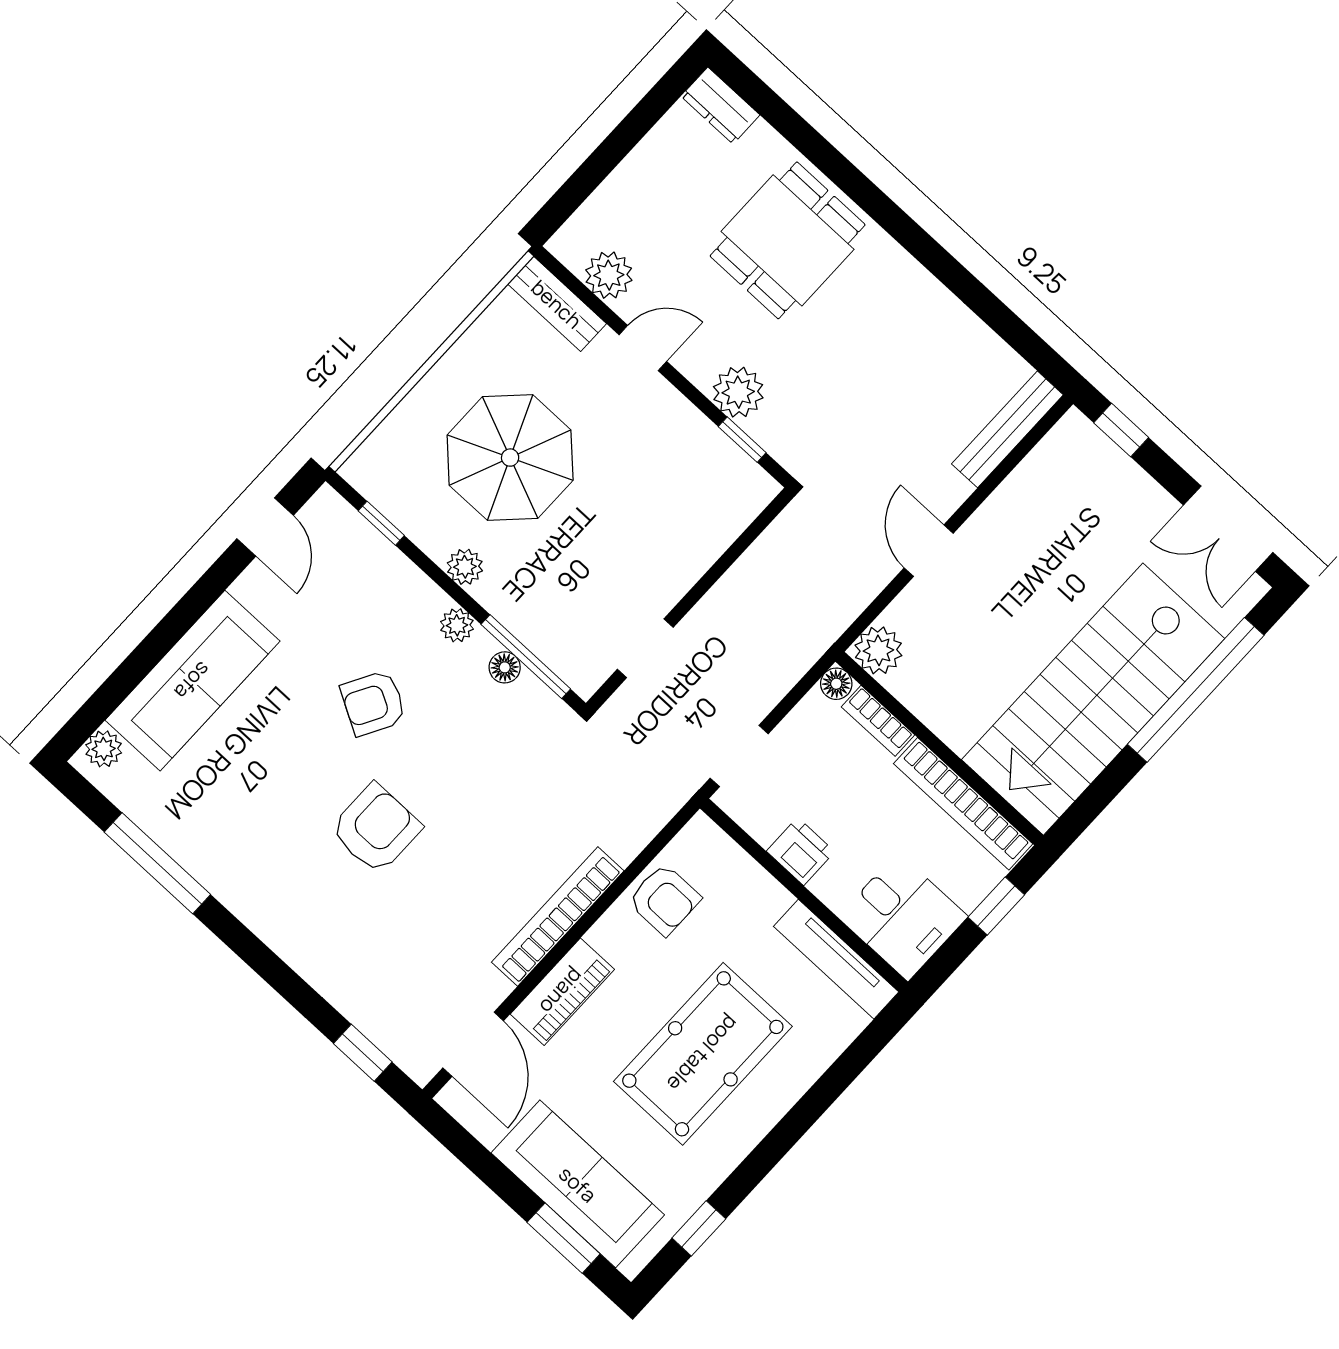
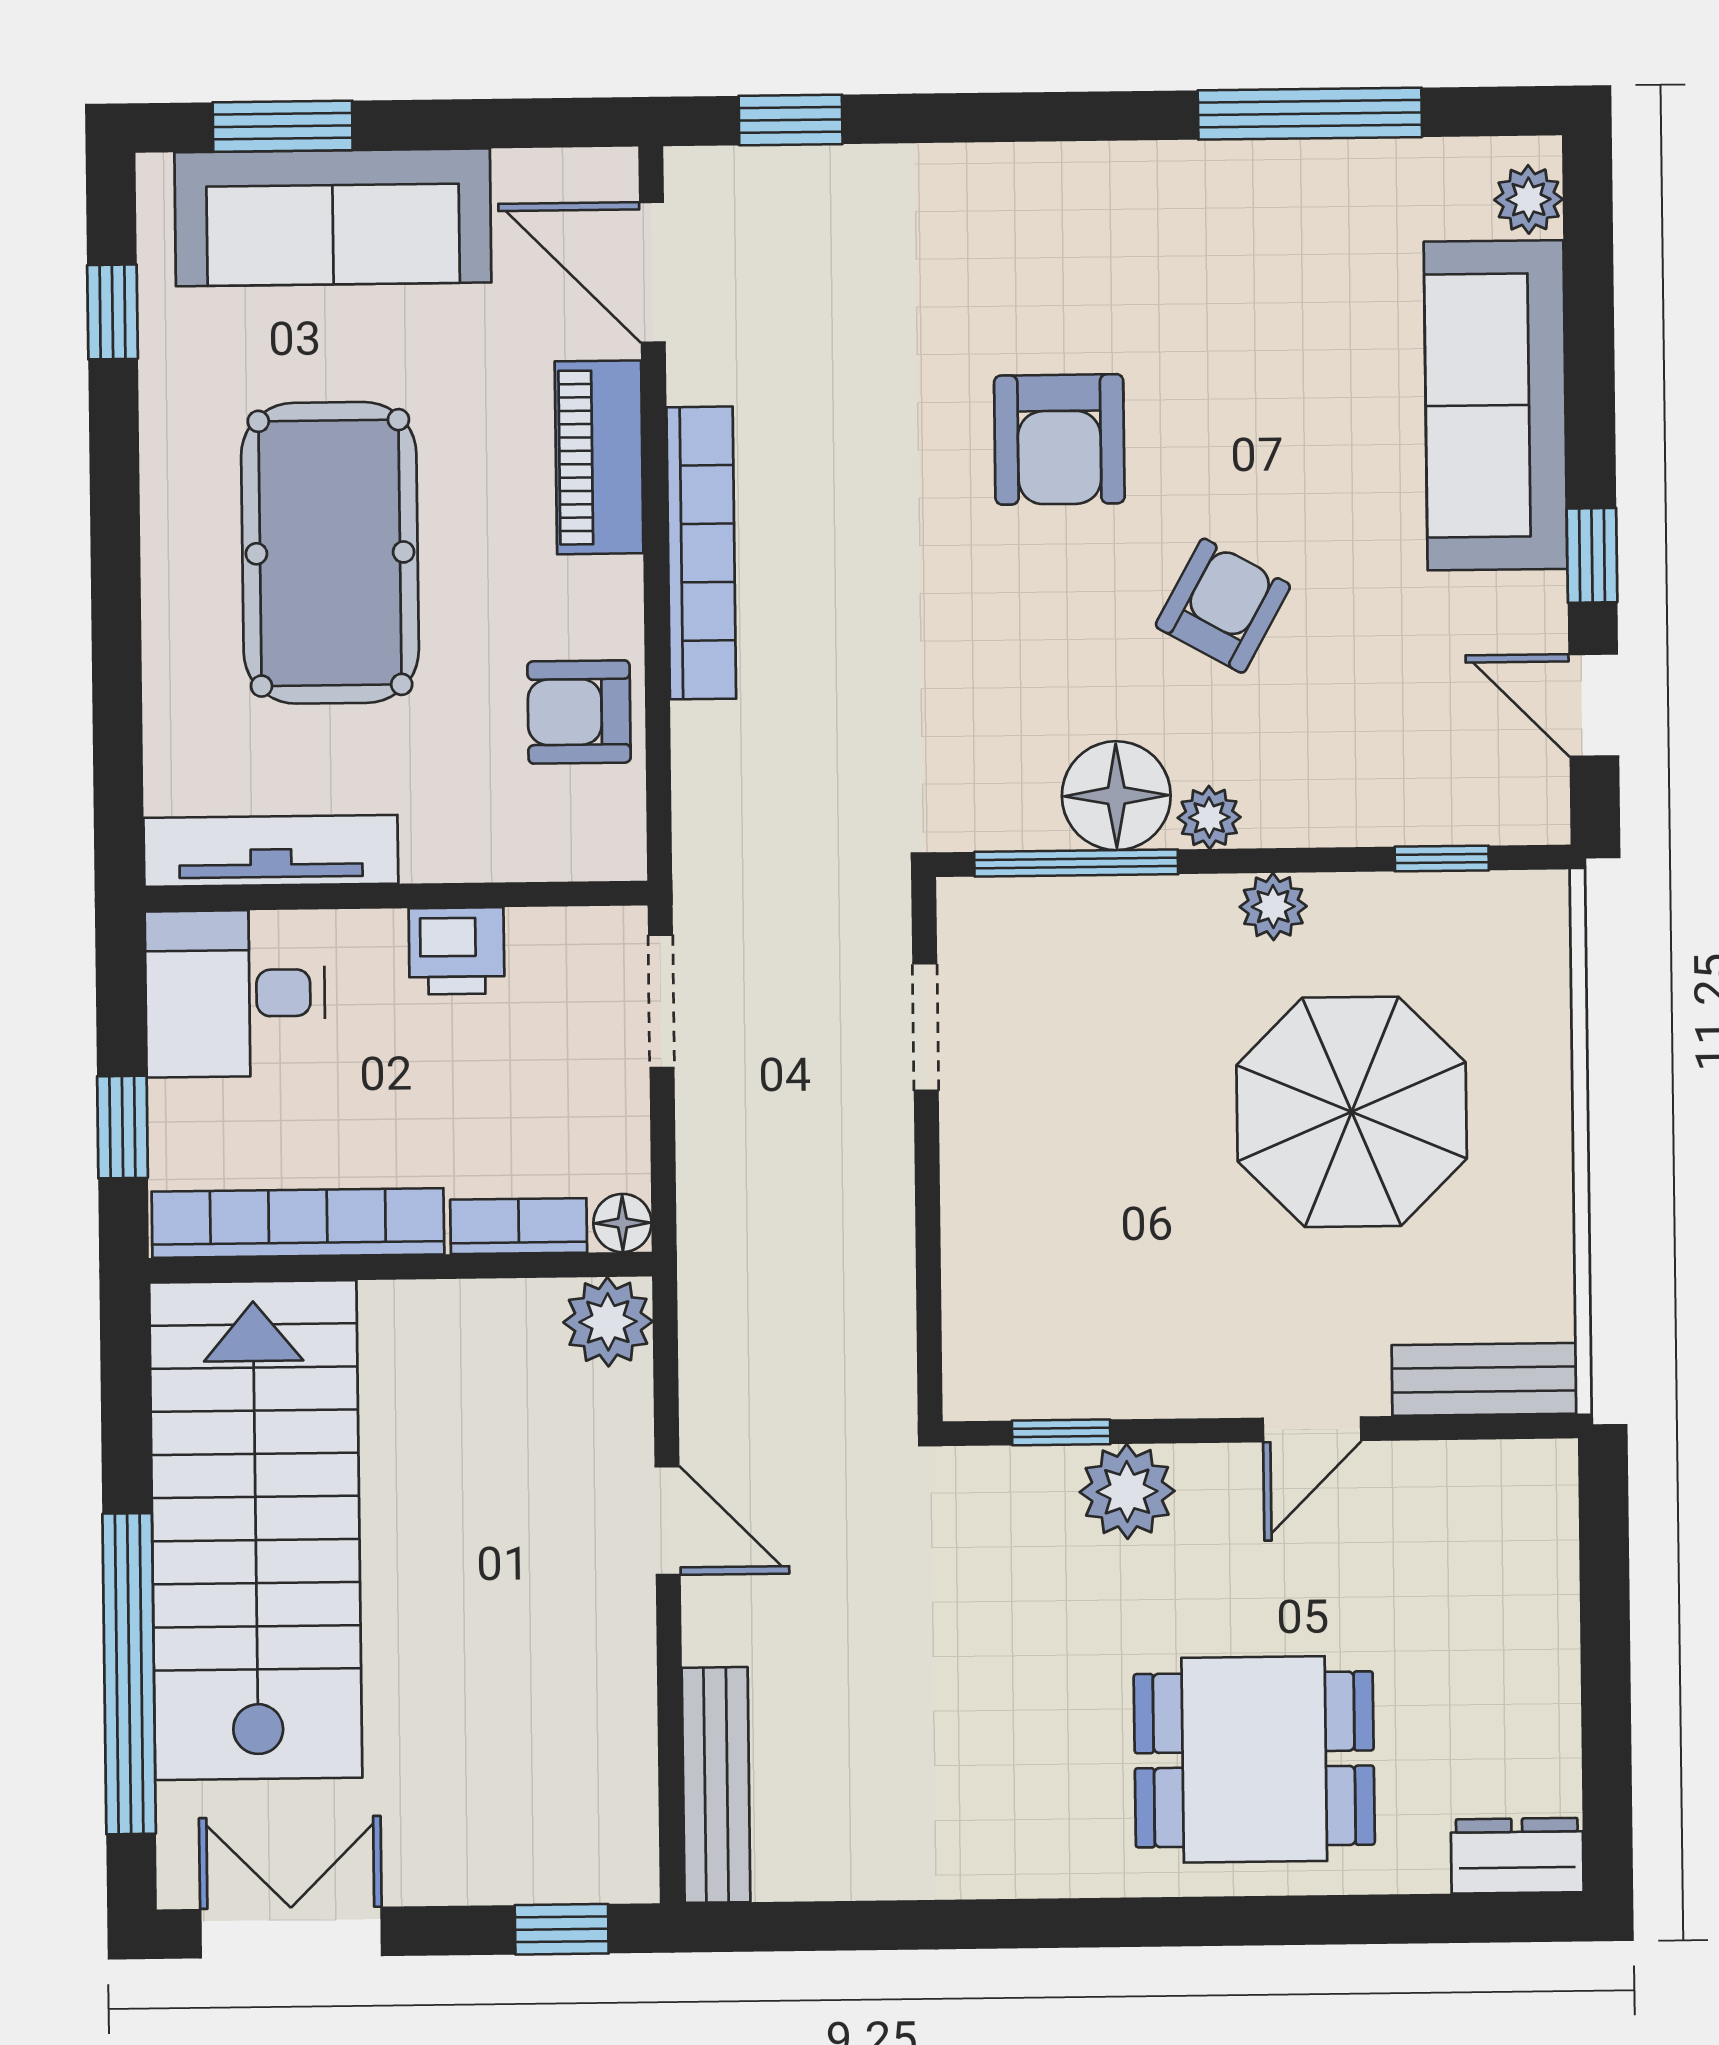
dining table: (788, 240) -> (1254, 1759), turned 90
plant: (609, 275) -> (1451, 1484), removed
window: (210, 586) -> (1592, 555), added
floor lamp: (505, 667) -> (1116, 796), width x1.89, depth x1.89

